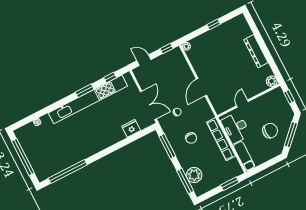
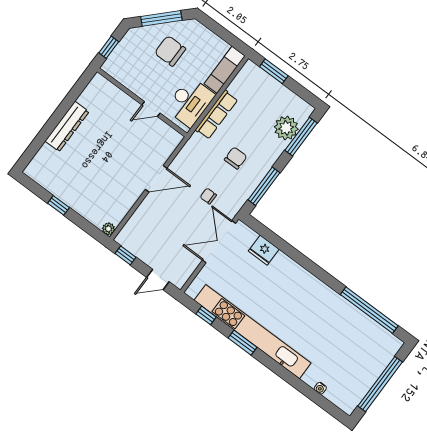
door: (144, 60) -> (158, 279), hinge flipped
plant: (272, 81) -> (99, 83), removed
row of seats: (221, 139) -> (216, 115), width x0.73

